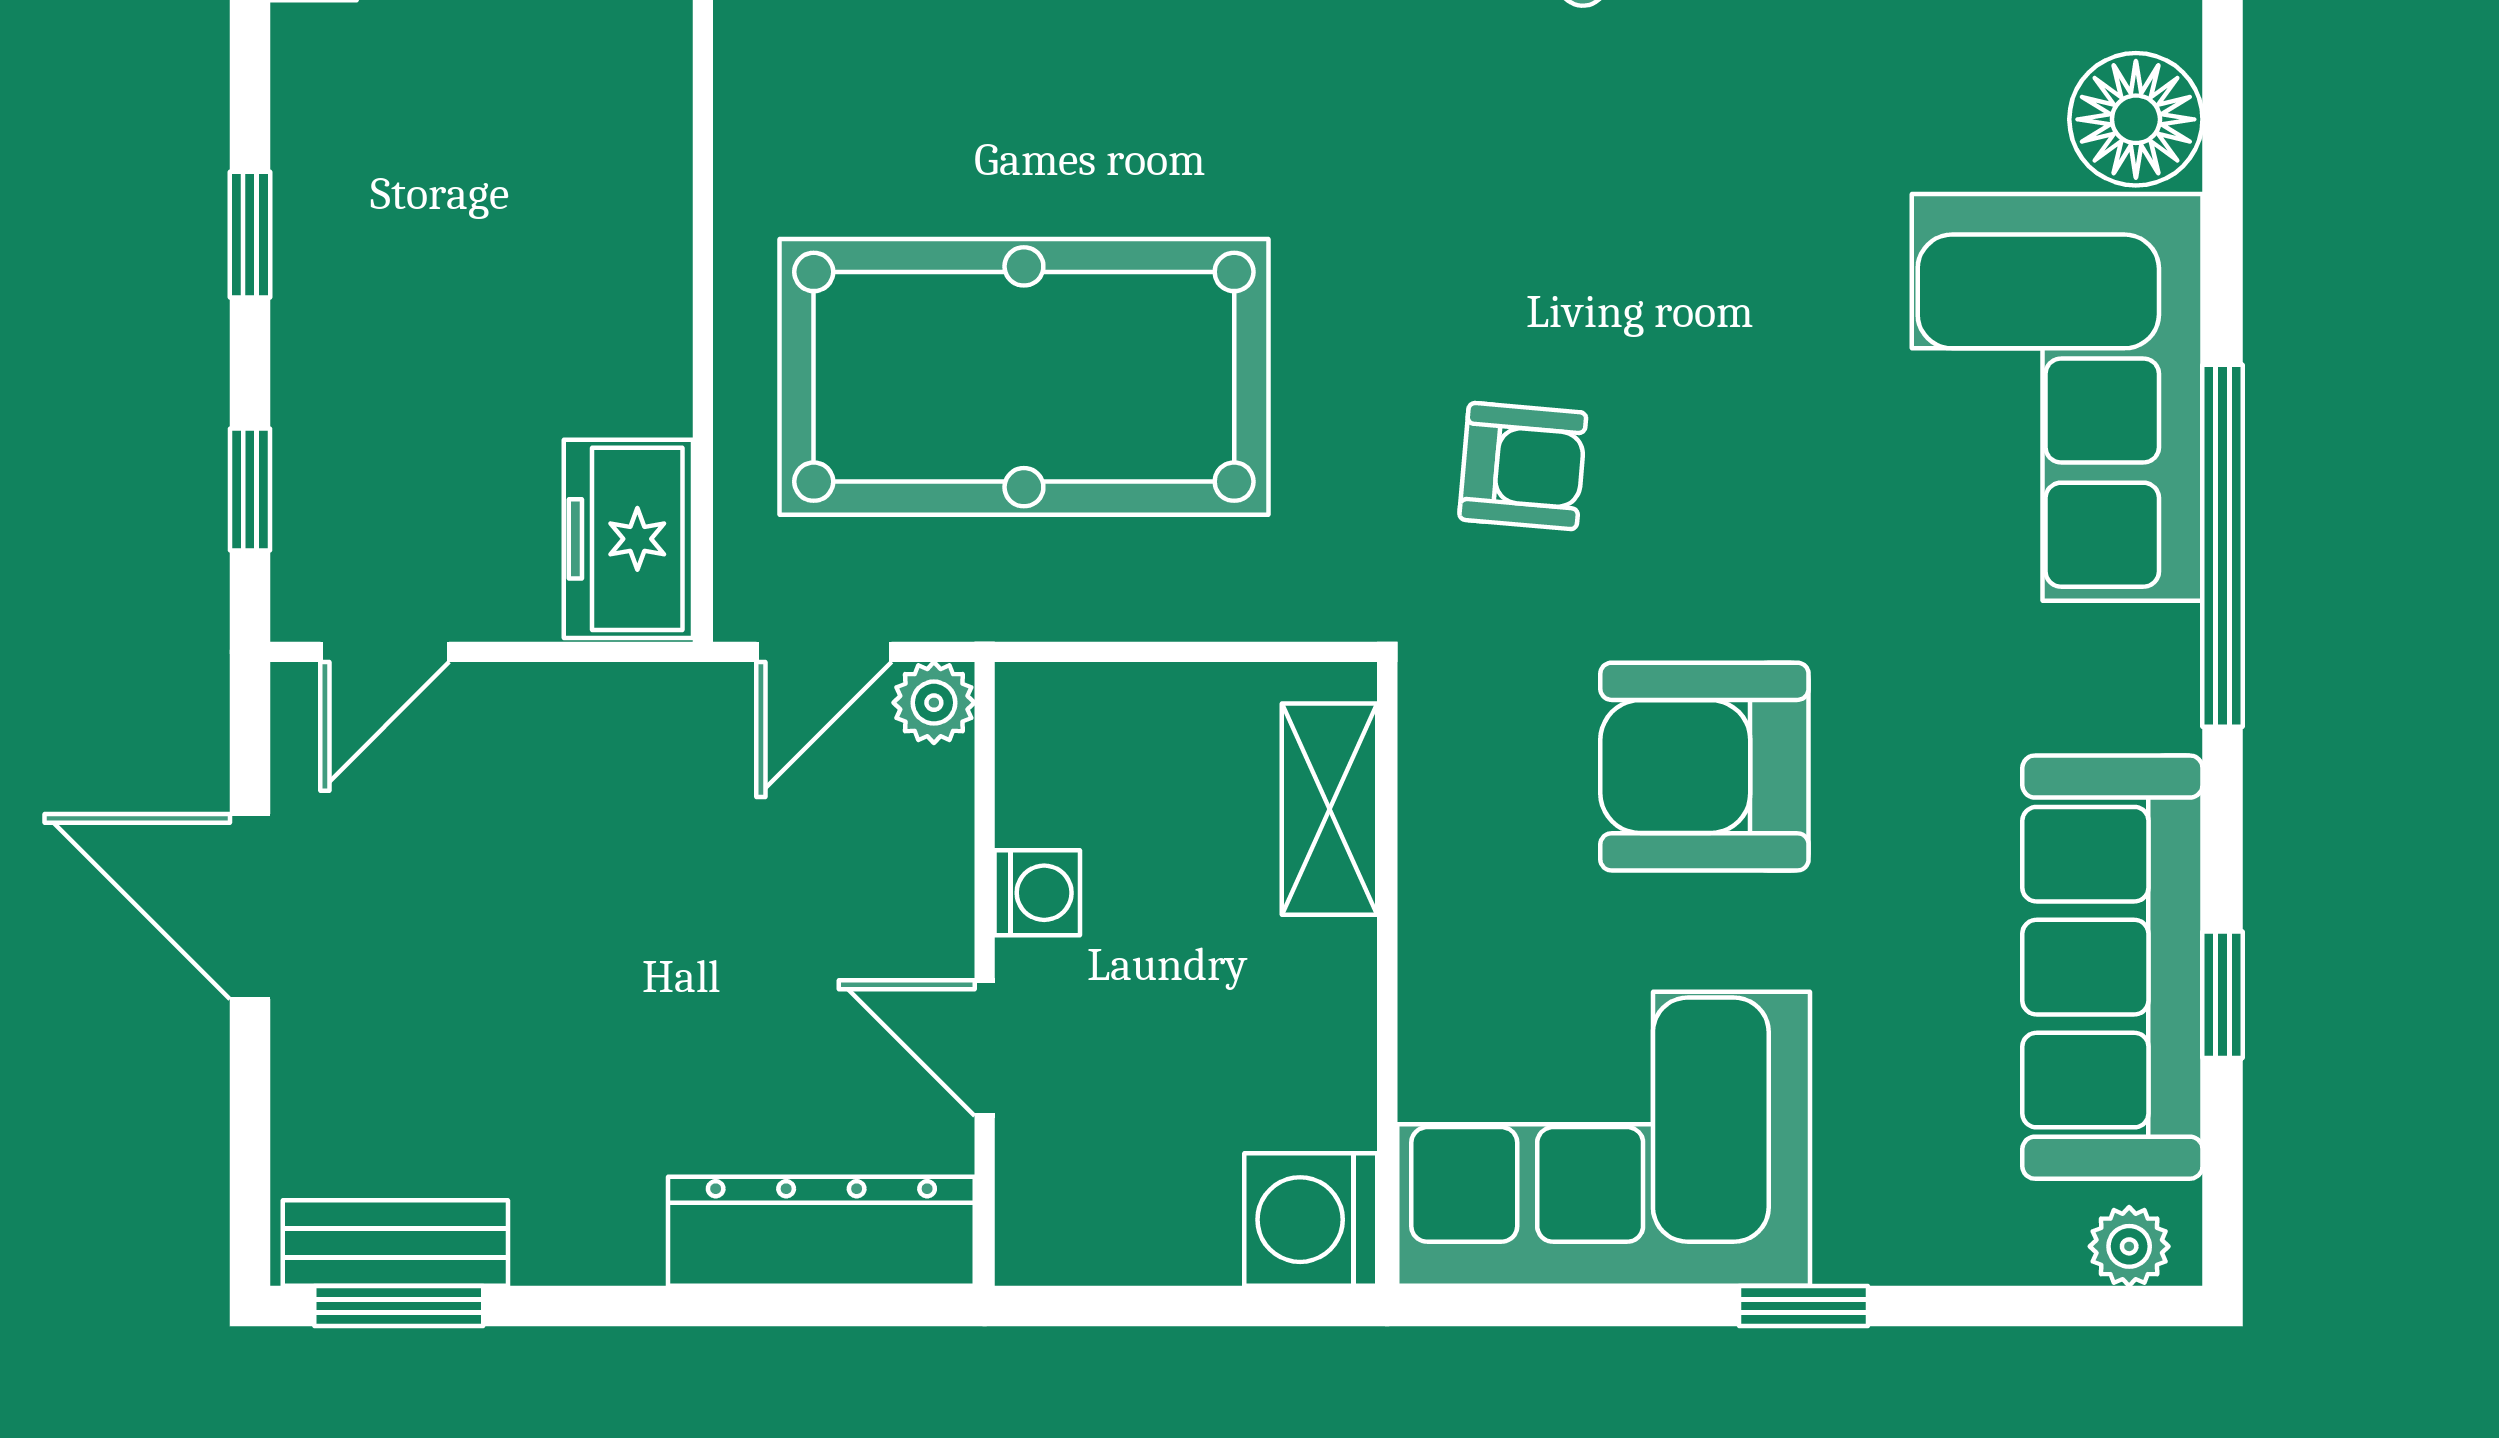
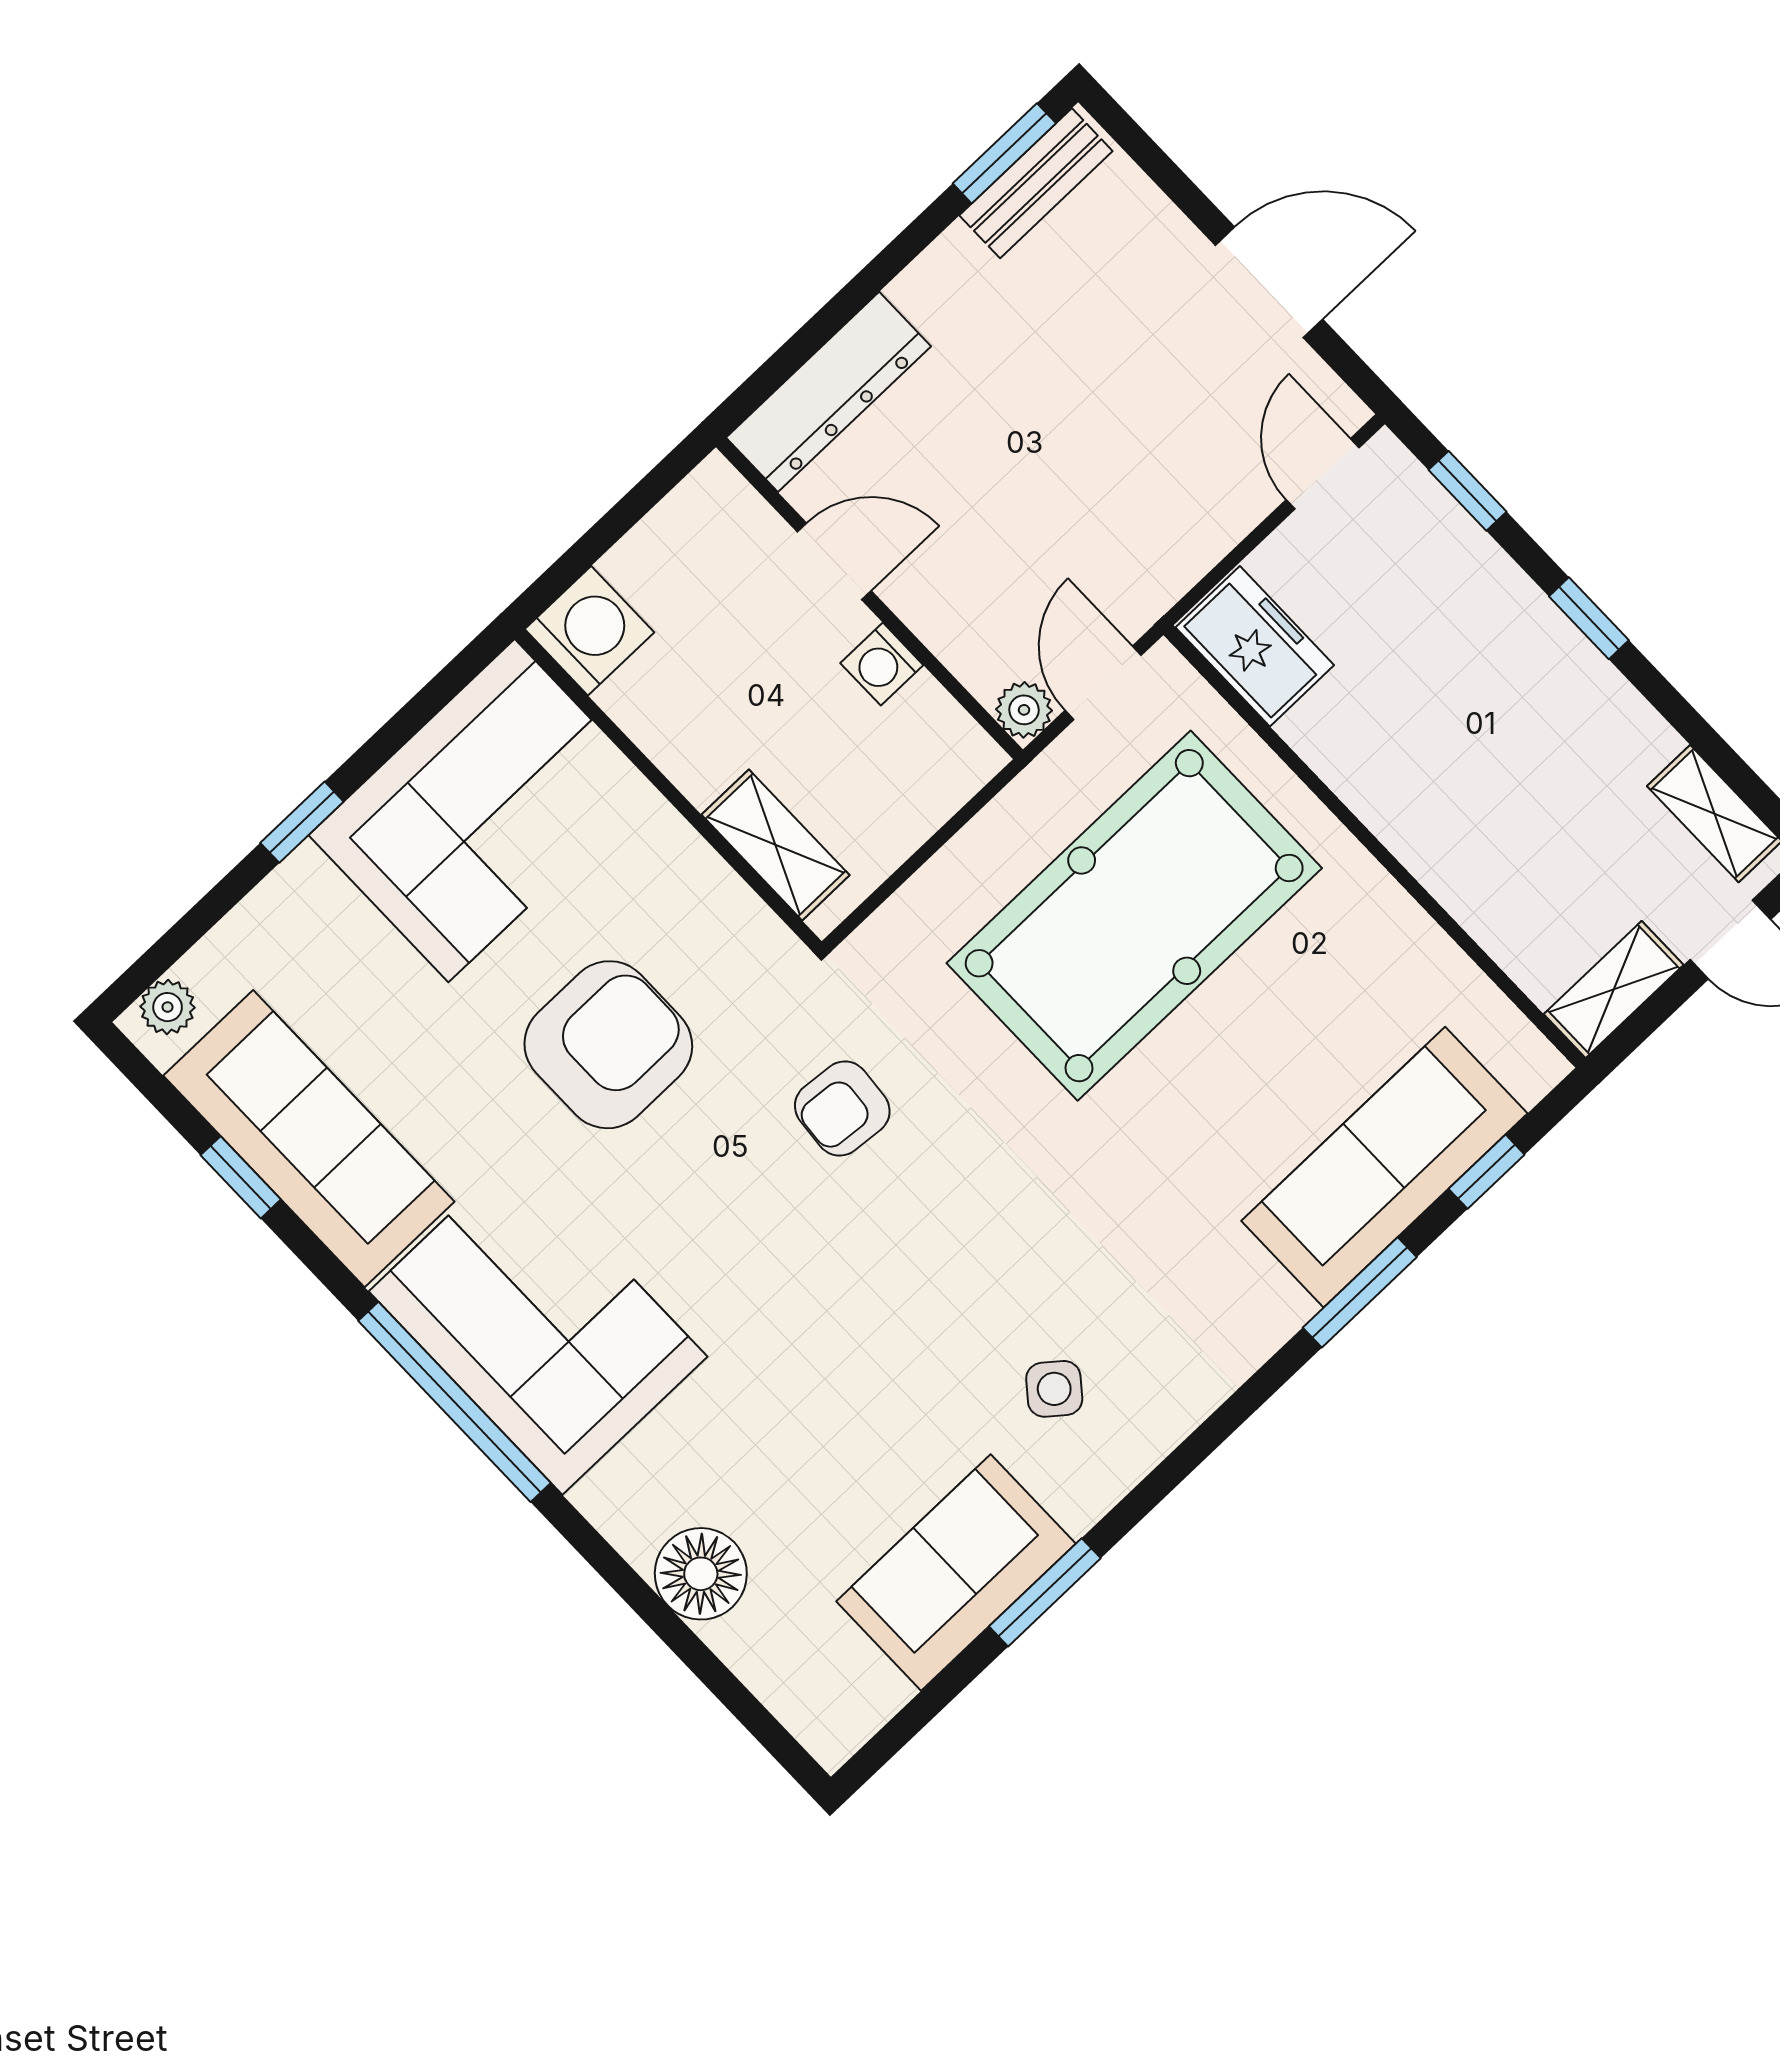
corner sofa: (2057, 397) -> (538, 1324), moved

